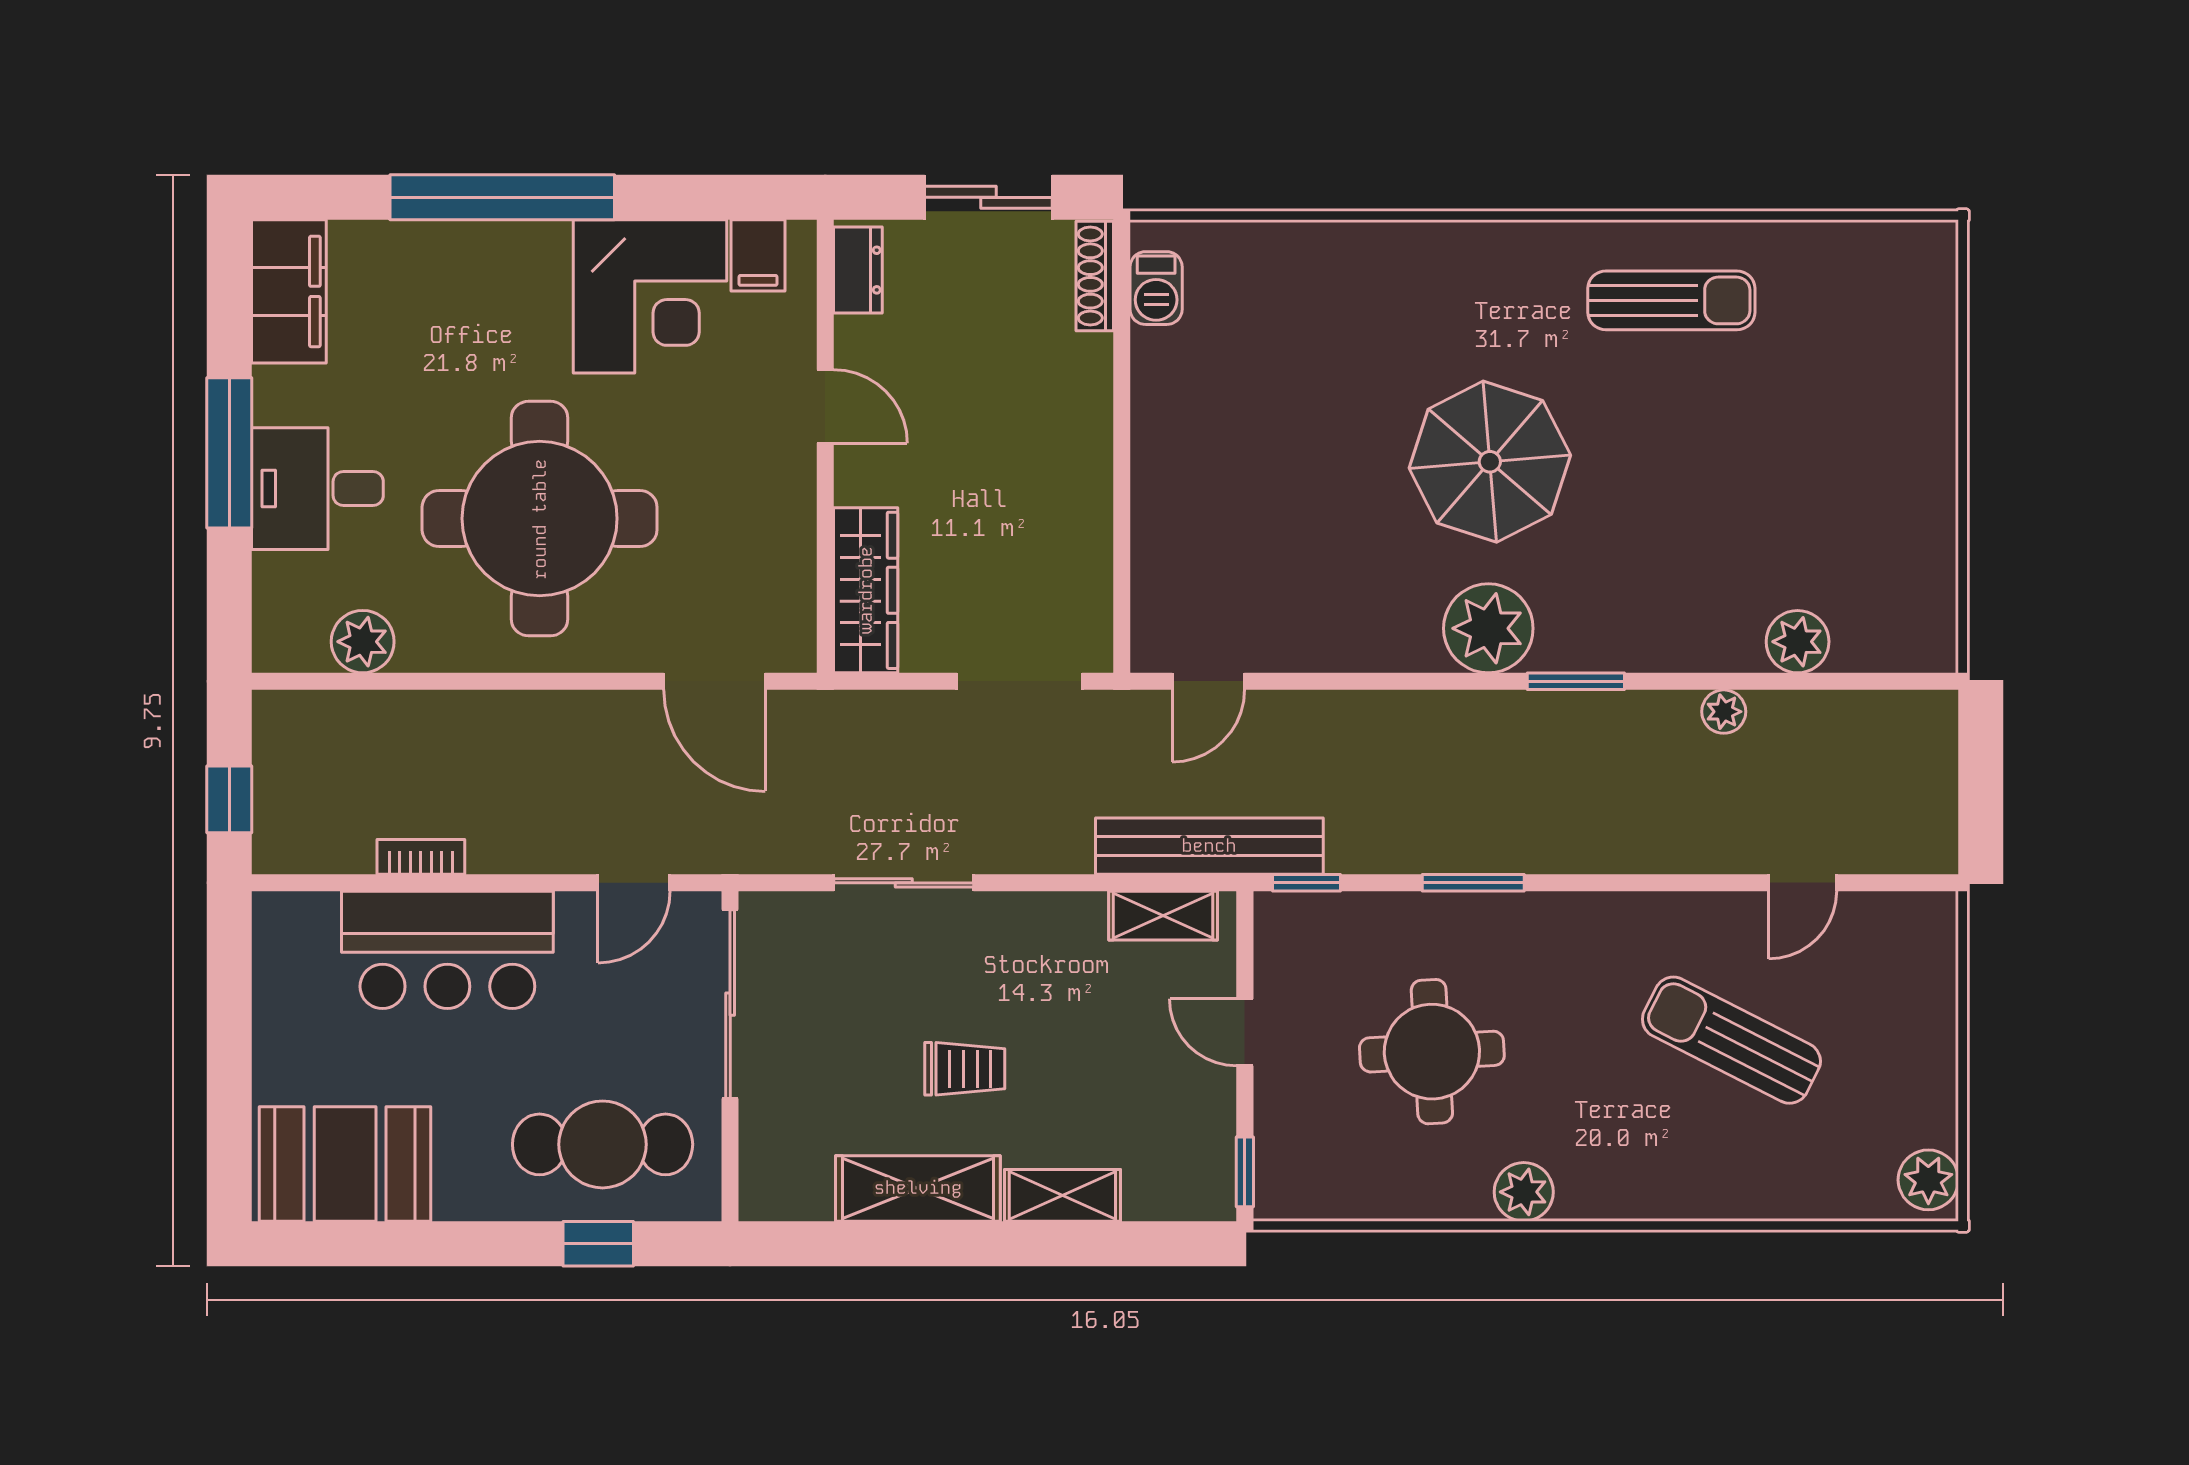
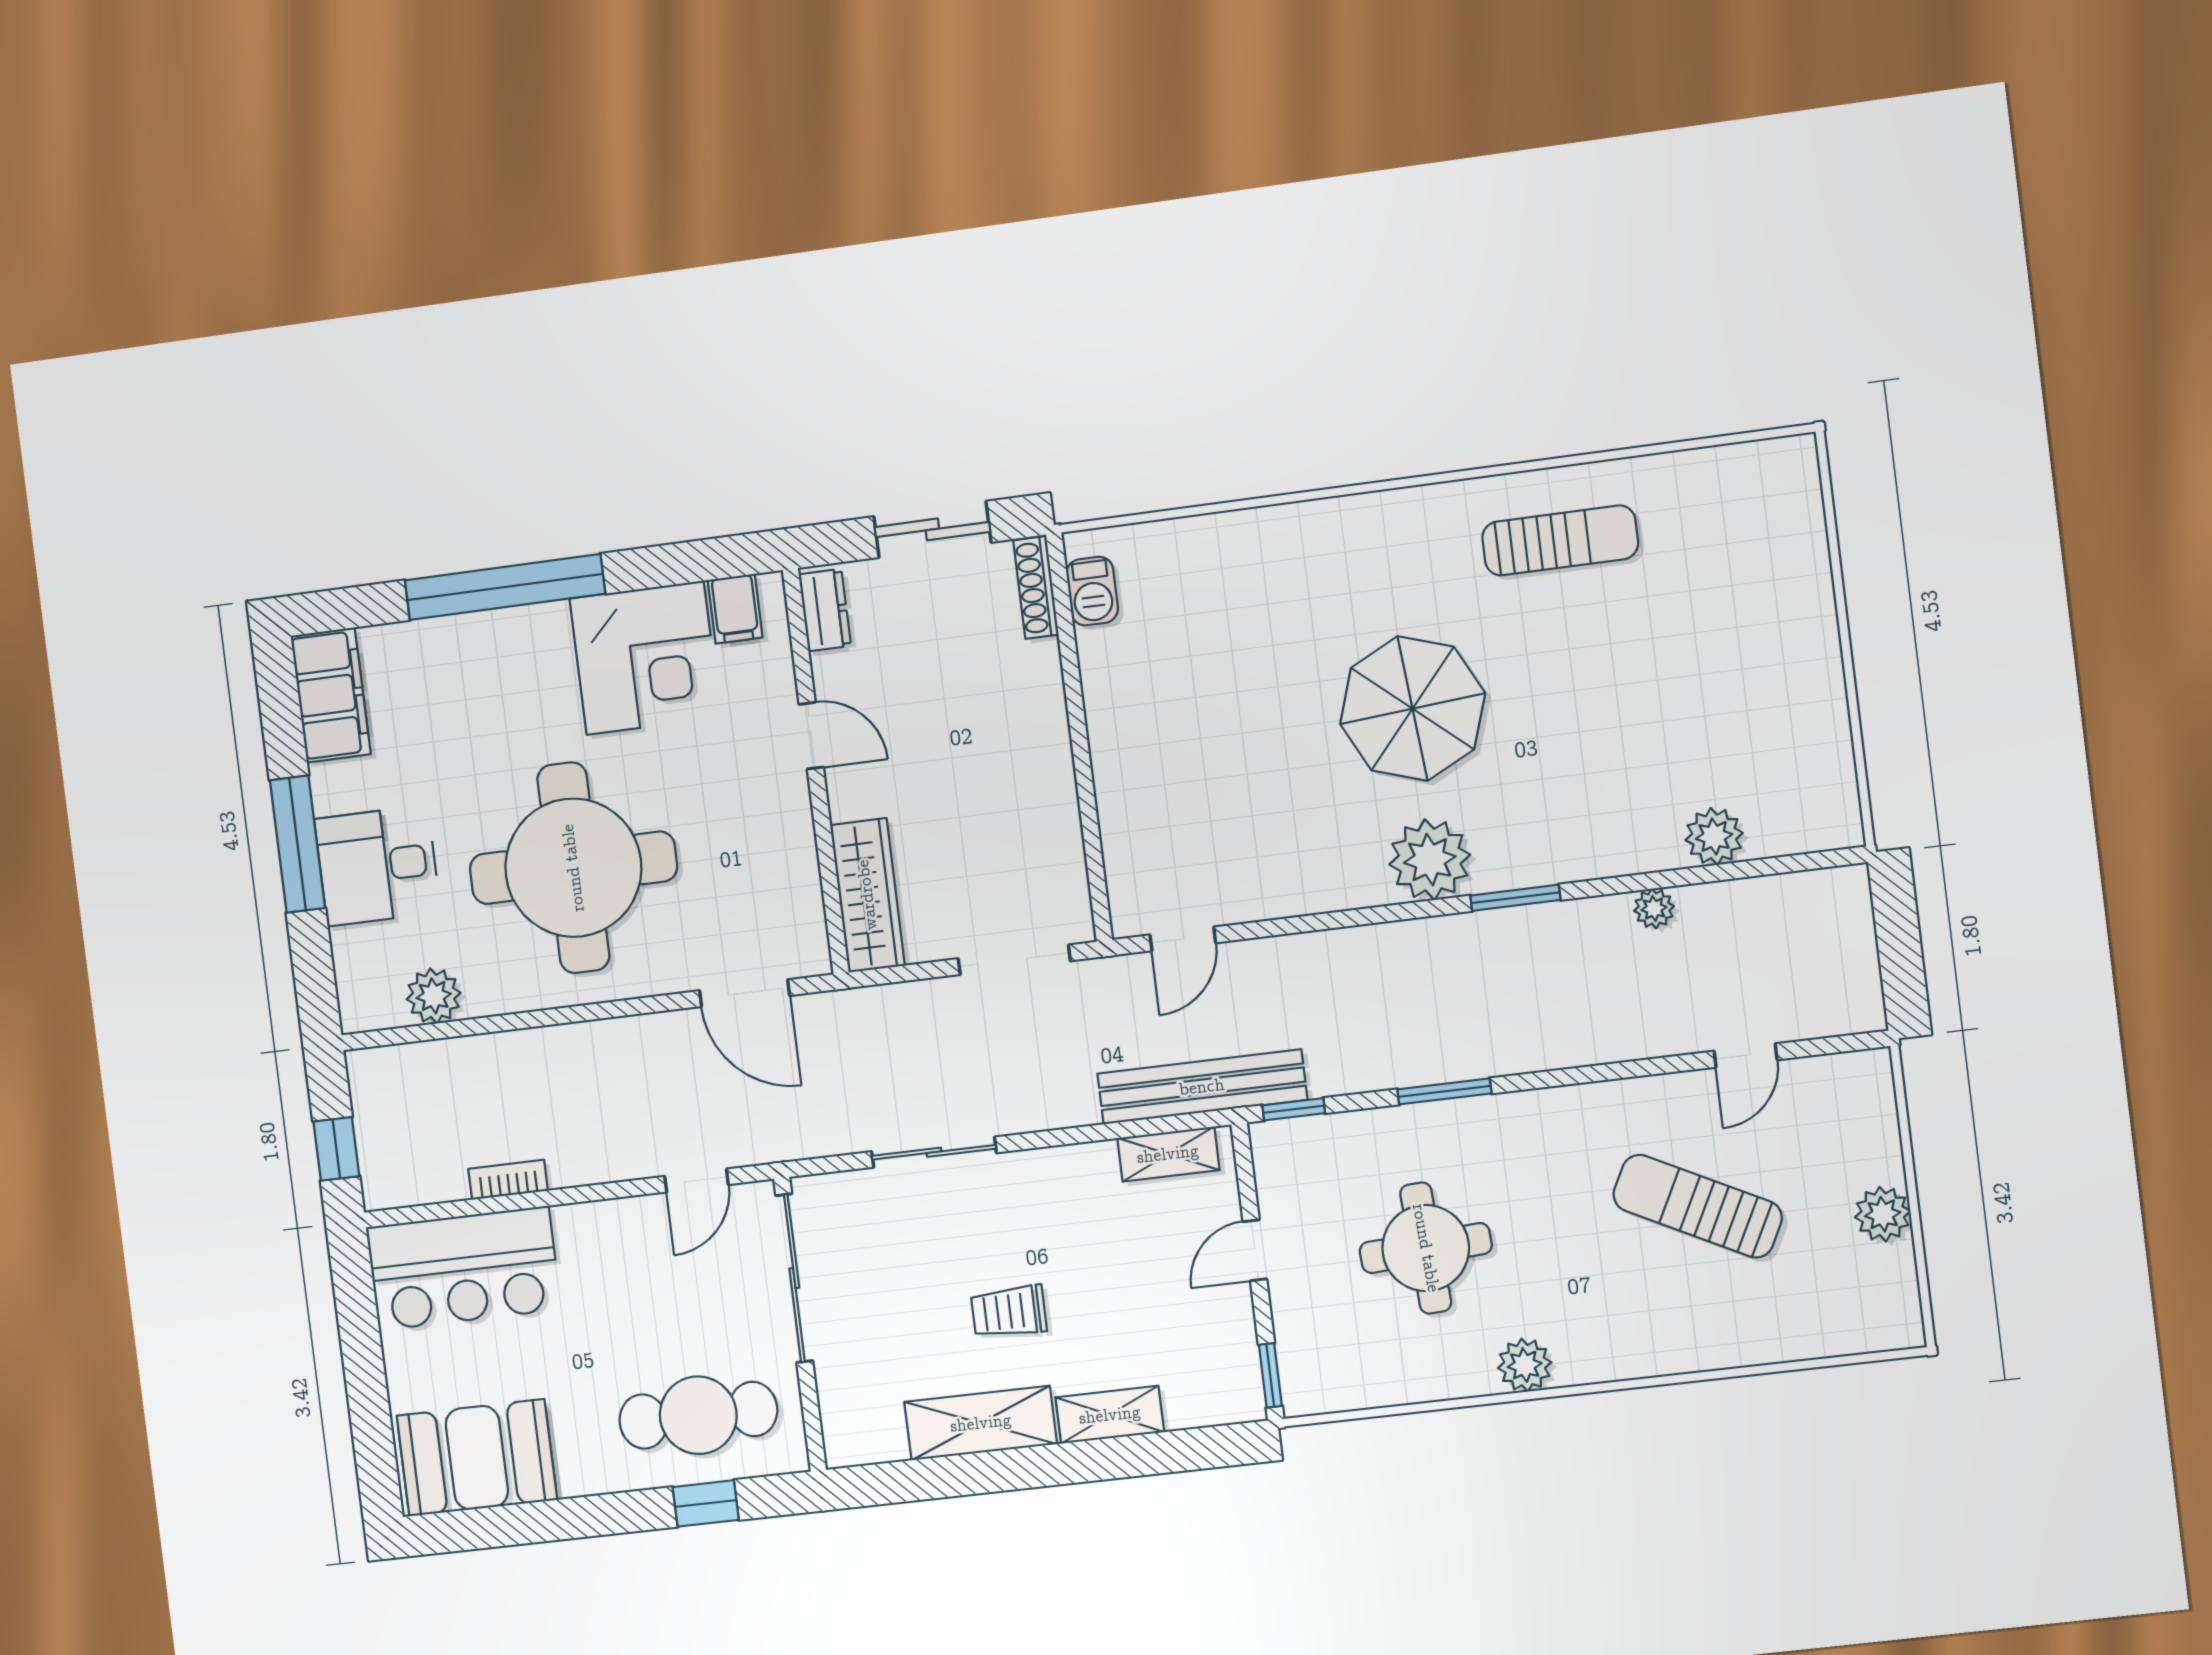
bar counter: (447, 950) -> (464, 1268), moved
door: (1245, 1032) -> (1255, 1250), hinge flipped
trolley: (965, 1069) -> (1009, 1312), turned 180
plant: (1928, 1180) -> (1883, 1214), moved

